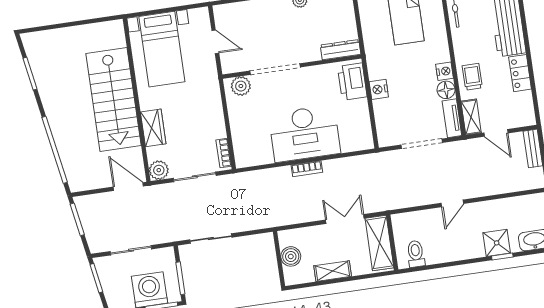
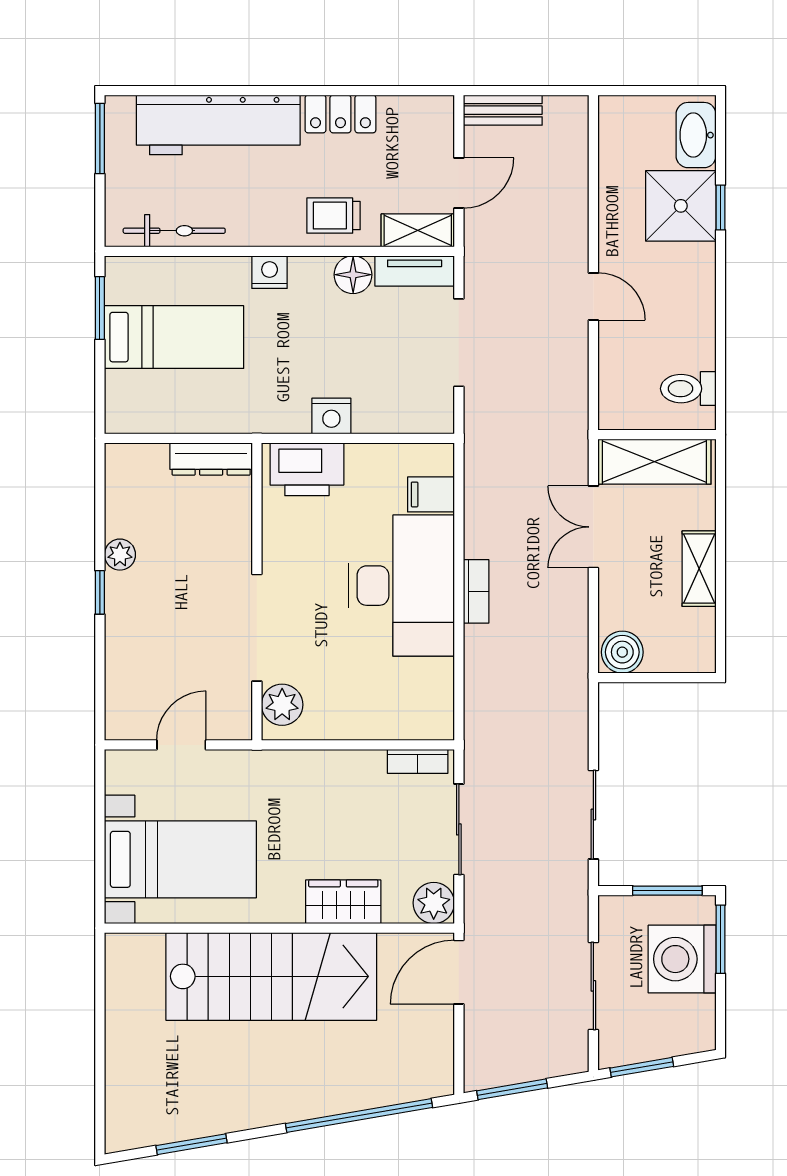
dresser: (341, 50) -> (211, 459), moved, turned -90
nightstand: (445, 71) -> (270, 272), moved
filing cabinet: (349, 141) -> (431, 494), added
shower: (497, 243) -> (681, 206), width x1.36, depth x1.36
boiler: (291, 256) -> (622, 652), moved

